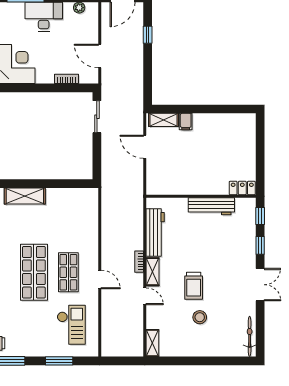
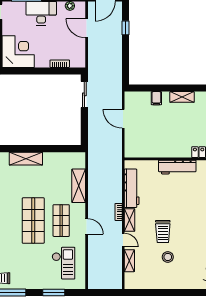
door: (100, 56) -> (87, 28), moved
shelving: (164, 120) -> (182, 97), moved
shelving: (90, 229) -> (79, 186), added
shelving: (152, 343) -> (129, 261), moved

